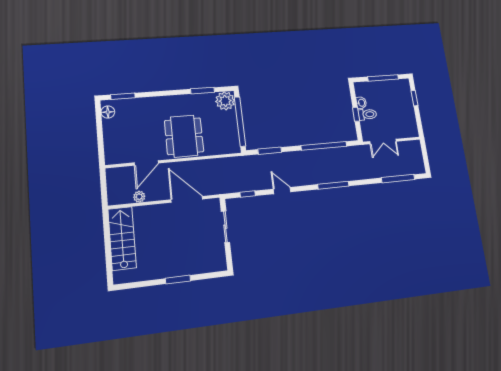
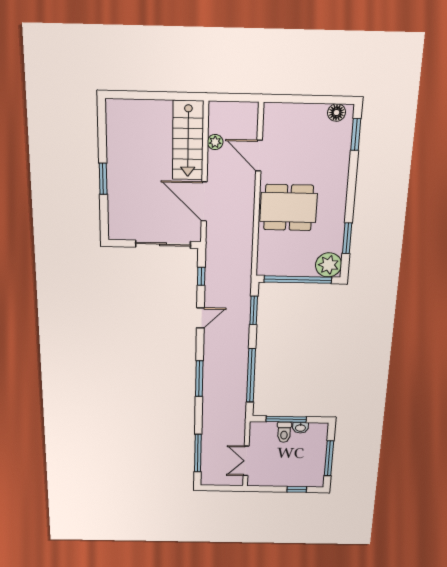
window: (356, 114) -> (286, 419), width x2.17
double door: (383, 141) -> (246, 461), moved
door: (187, 199) -> (204, 201), swing flipped
sliding door: (225, 227) -> (163, 244), width x1.37
stairs: (122, 238) -> (188, 140), moved, turned 90

